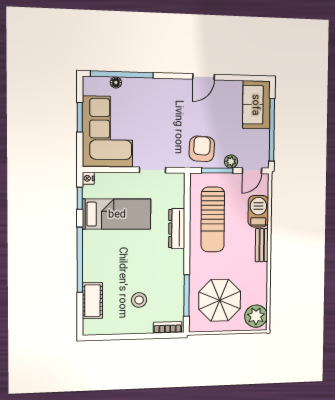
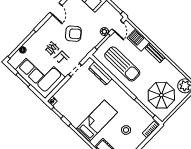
armchair: (202, 149) -> (73, 34), moved, turned 138
bed: (117, 214) -> (97, 121), moved
dresser: (177, 229) -> (100, 74), moved

